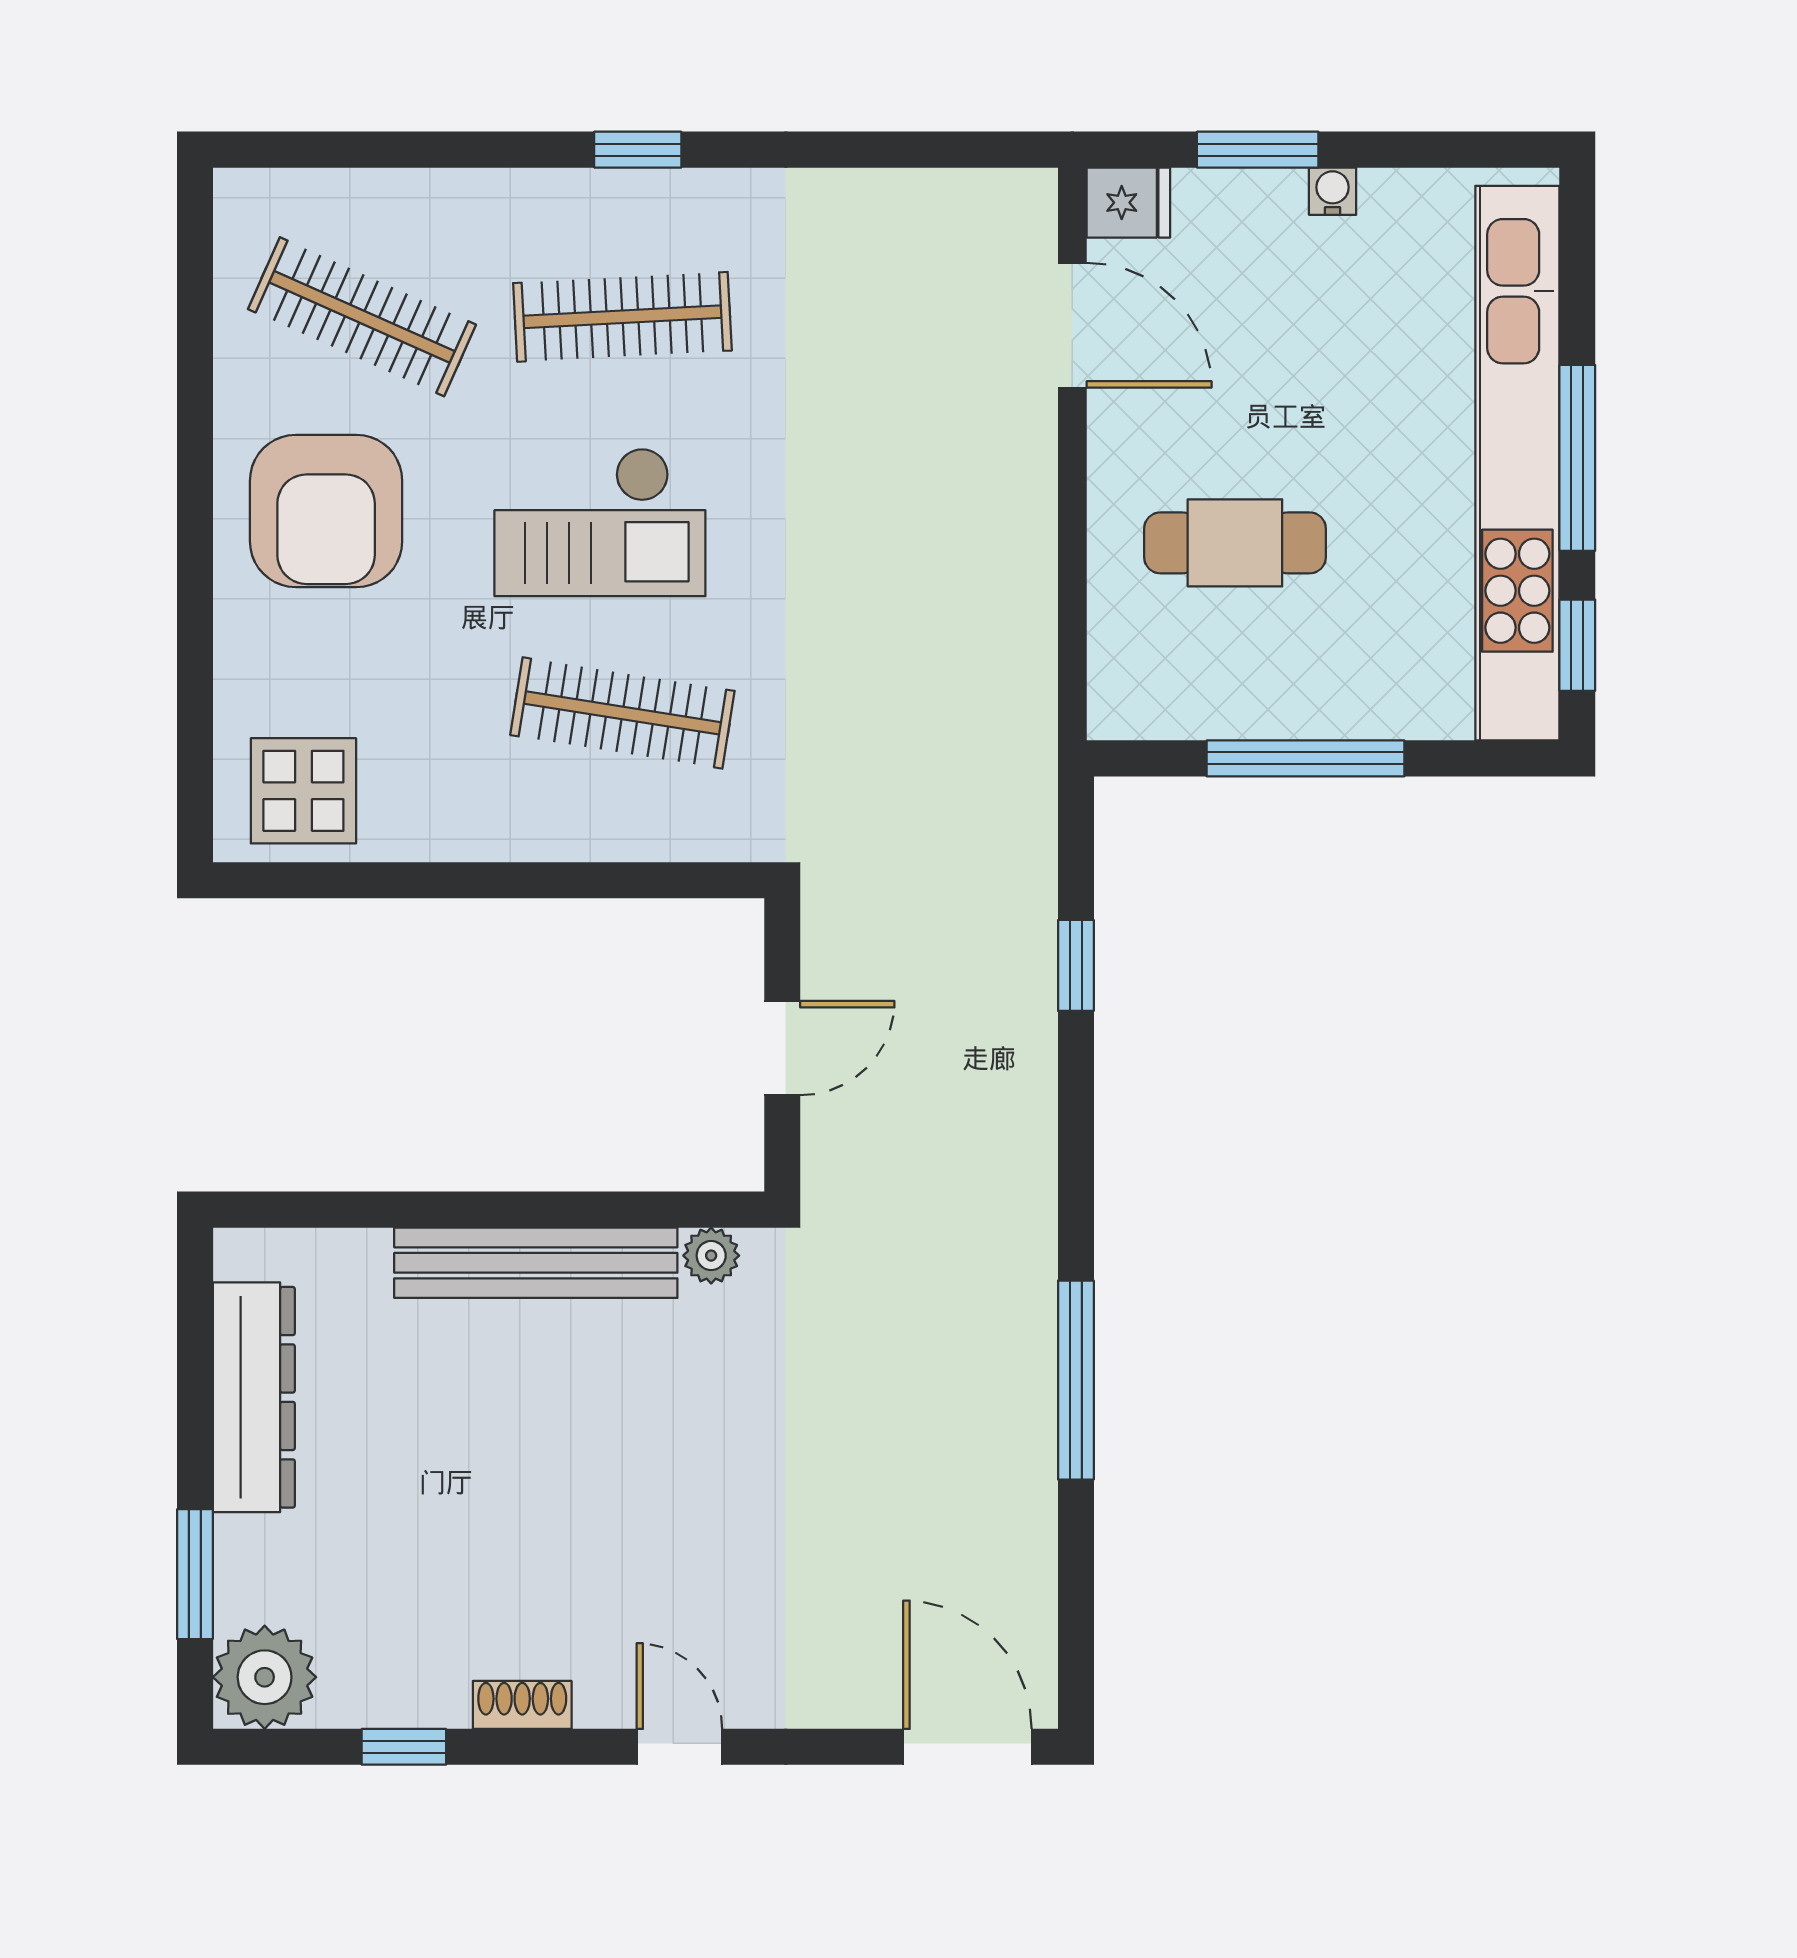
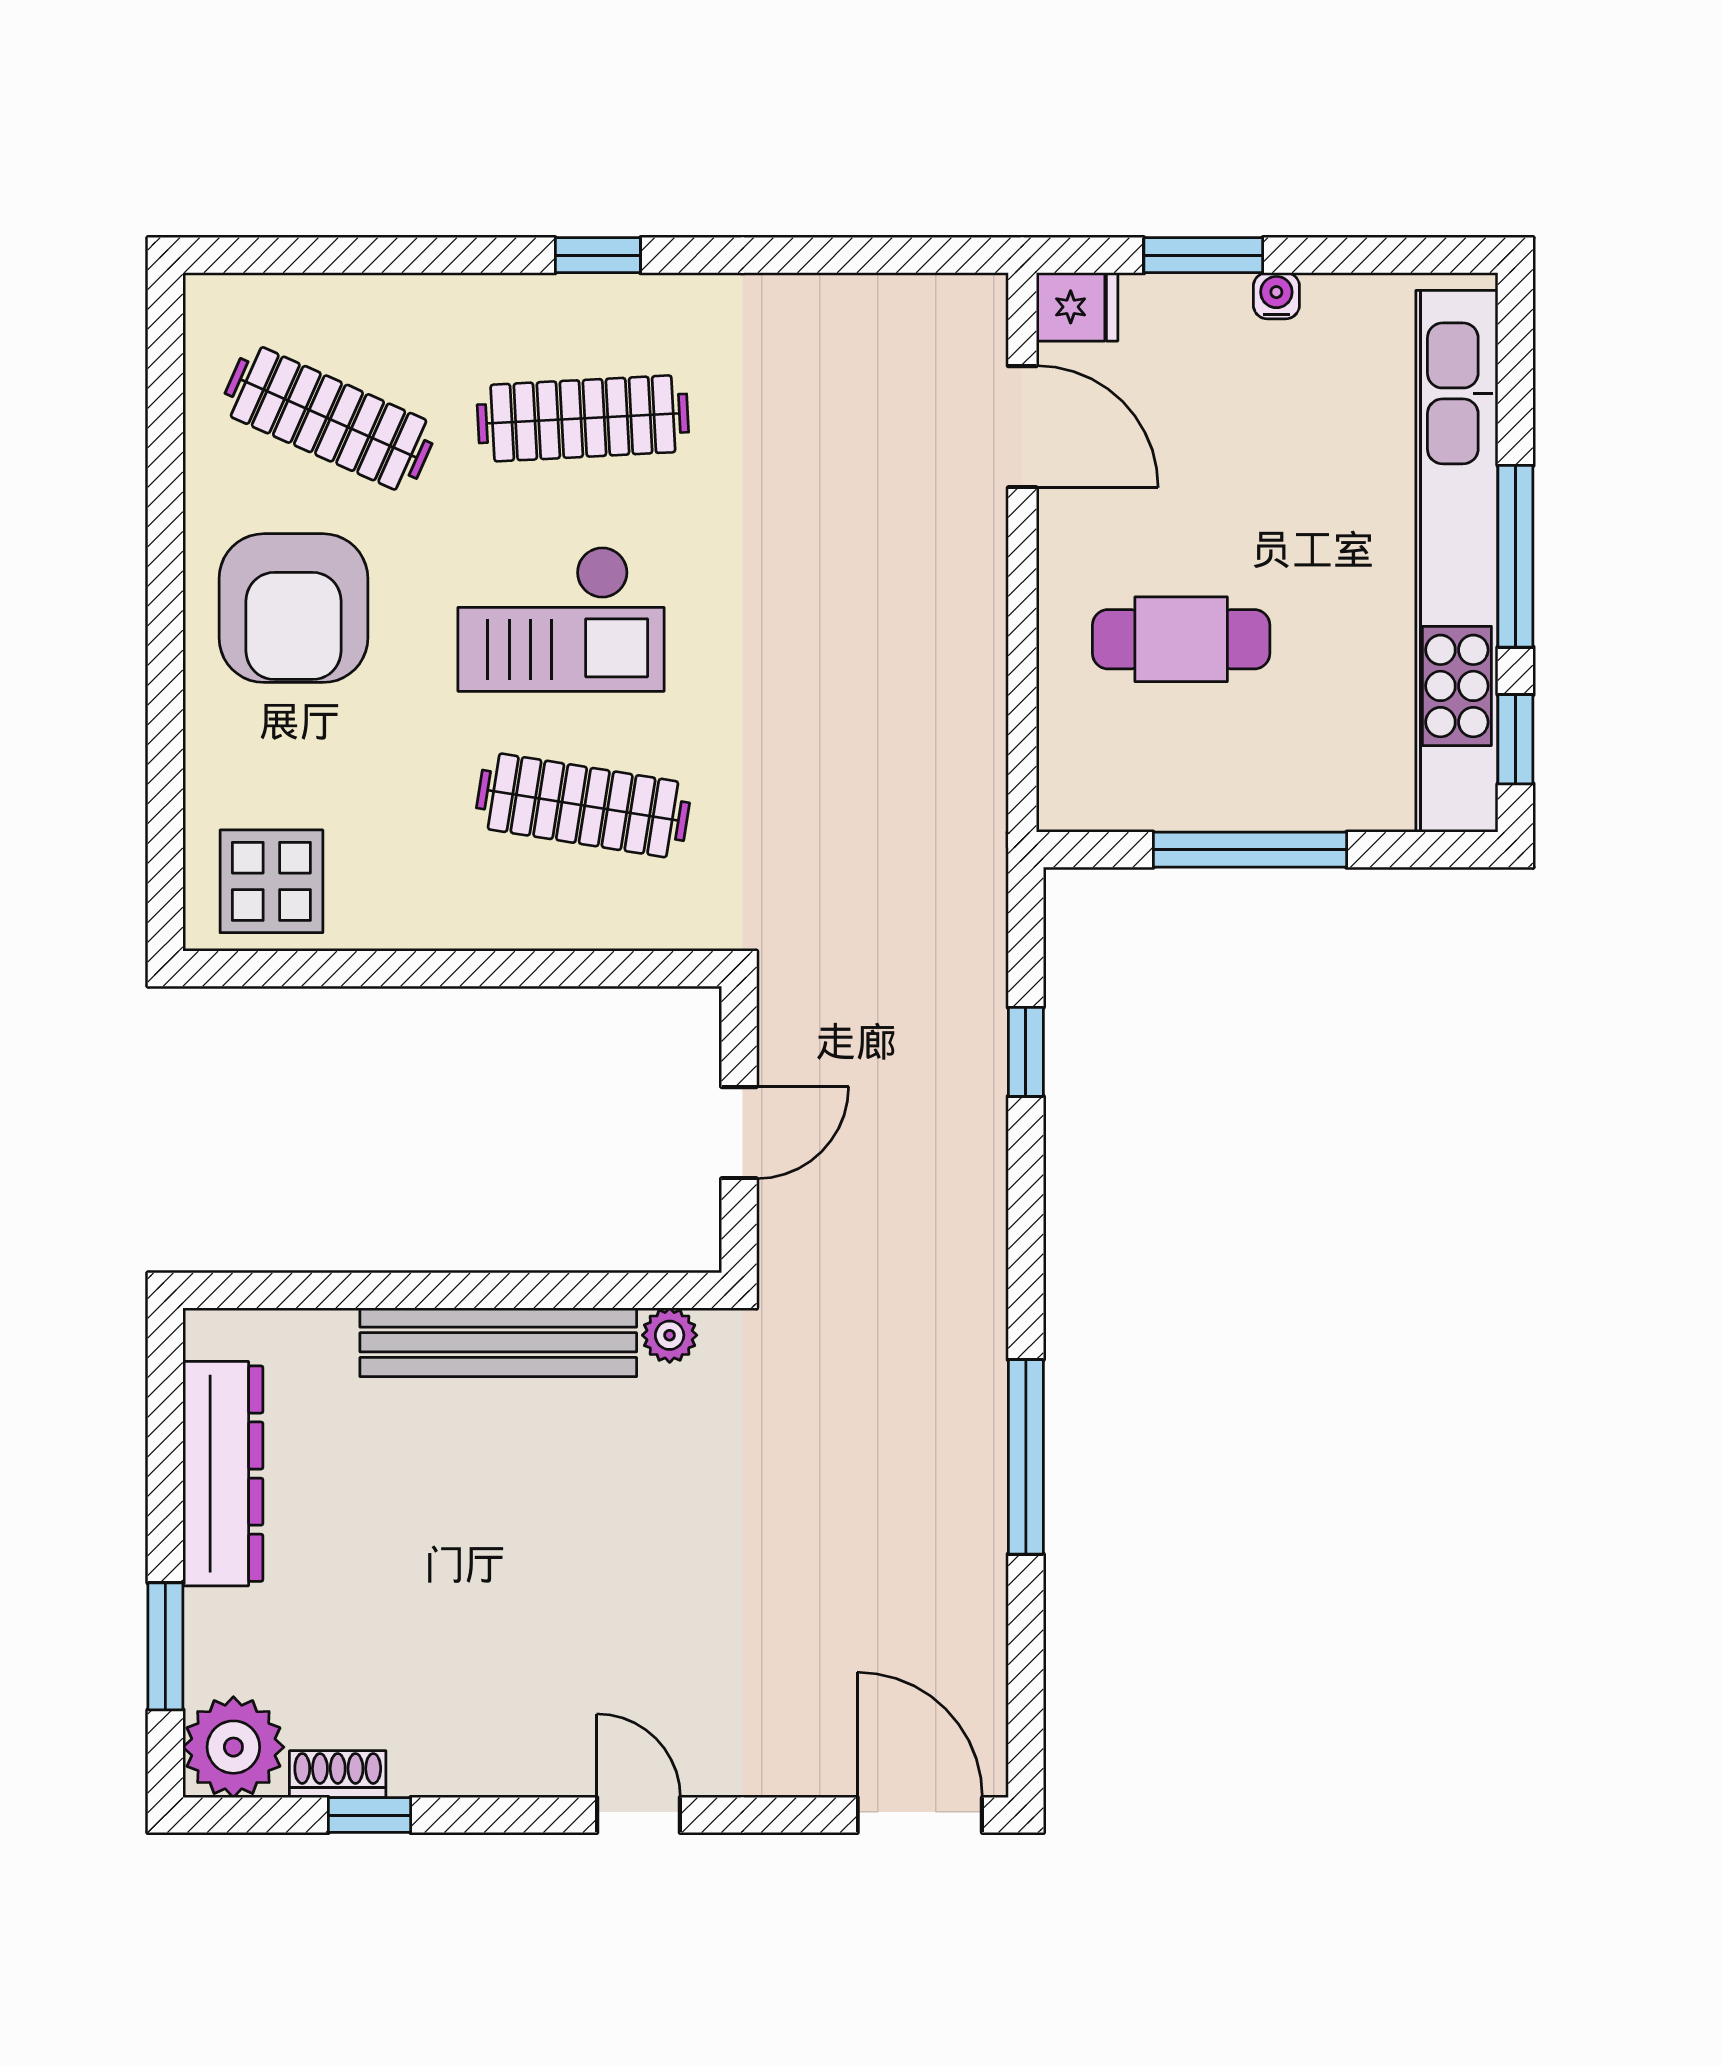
shoe rack: (522, 1705) -> (338, 1774), moved

